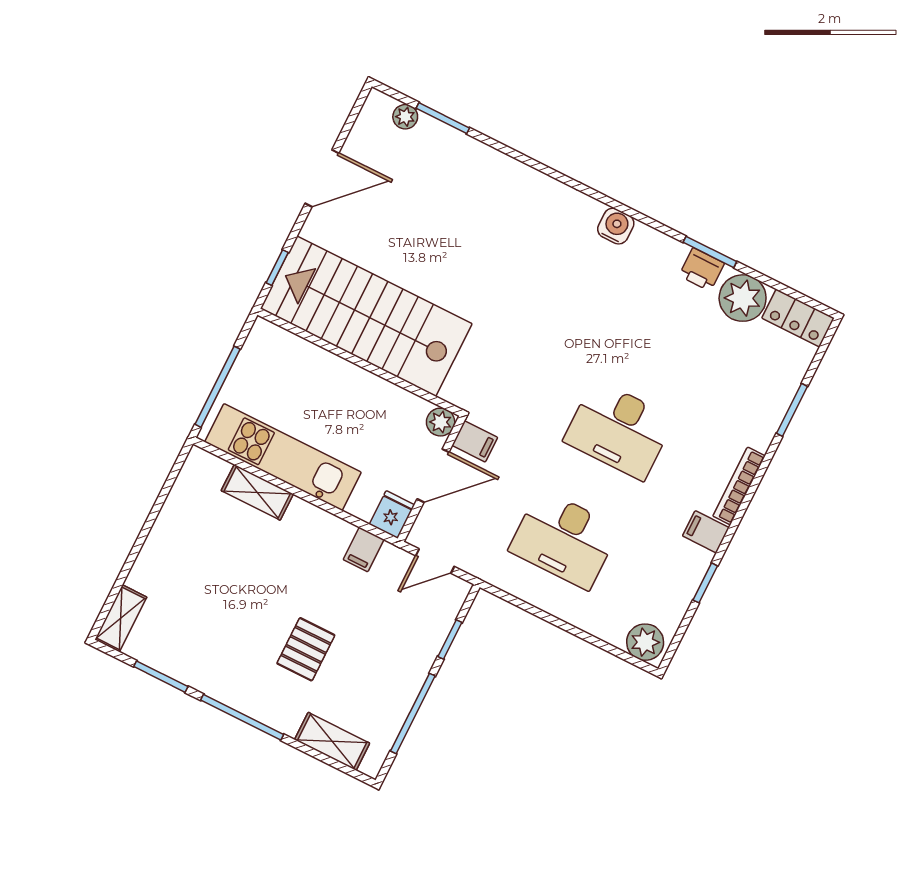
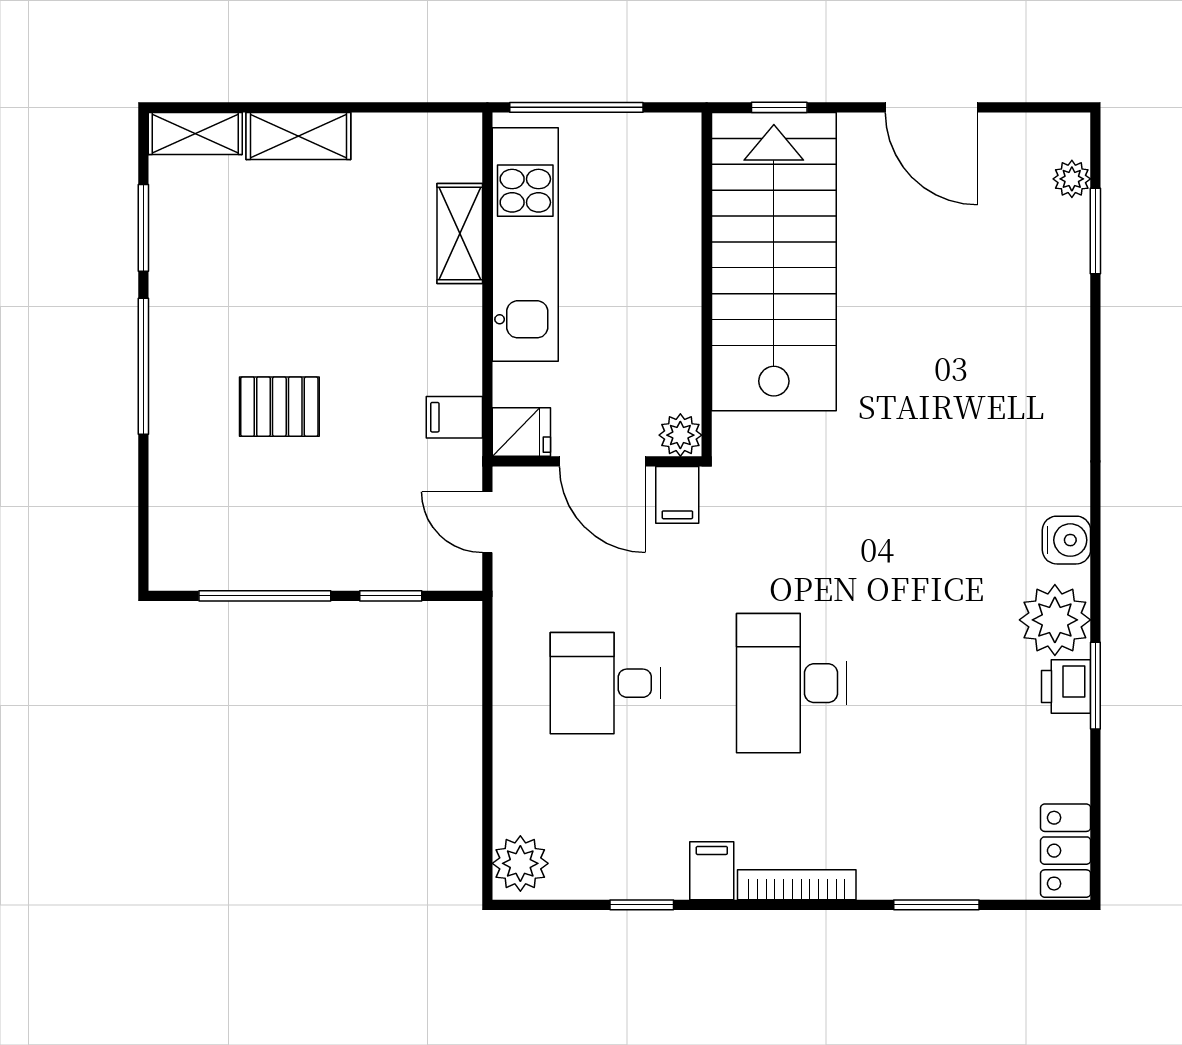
plant: (743, 298) -> (1055, 620), moved
desk: (564, 539) -> (605, 683), width x0.73
shelving: (332, 741) -> (298, 136), moved, turned 90

